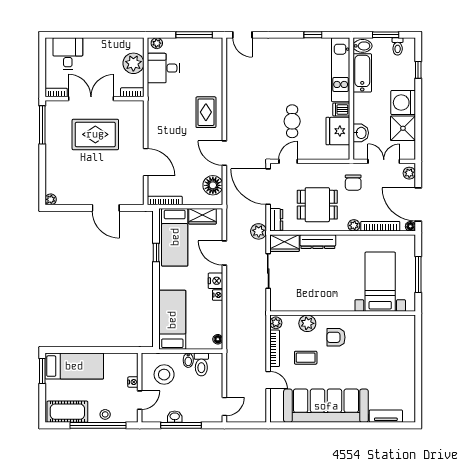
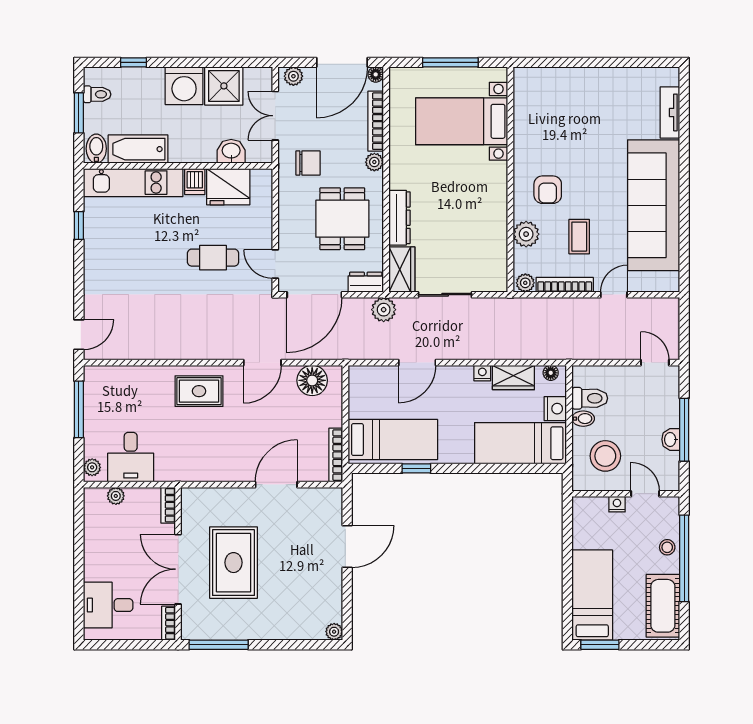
plant: (133, 63) -> (116, 496), width x0.53, depth x0.53
wardrobe: (202, 216) -> (513, 377), moved, turned 90
nightstand: (215, 281) -> (555, 409), moved, turned 90

